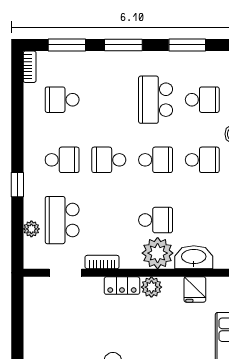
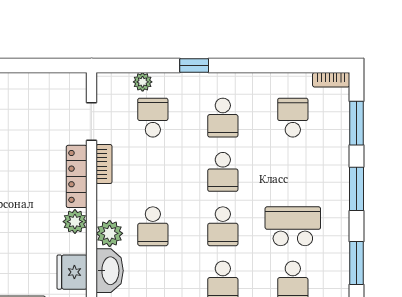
school desk: (109, 160) -> (223, 172), turned 180
school desk: (62, 220) -> (153, 118), width x0.54
plant: (158, 253) -> (110, 233), width x0.73, depth x0.73
locker: (122, 286) -> (77, 176), width x1.53
fridge: (195, 289) -> (72, 272), width x1.38

